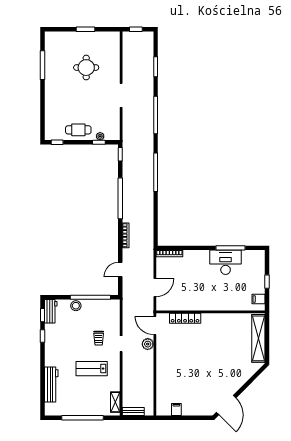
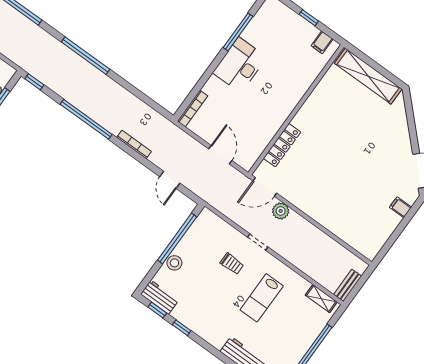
desk: (226, 262) -> (240, 65), moved
filing cabinet: (176, 409) -> (400, 207), moved

